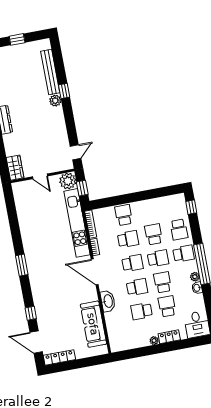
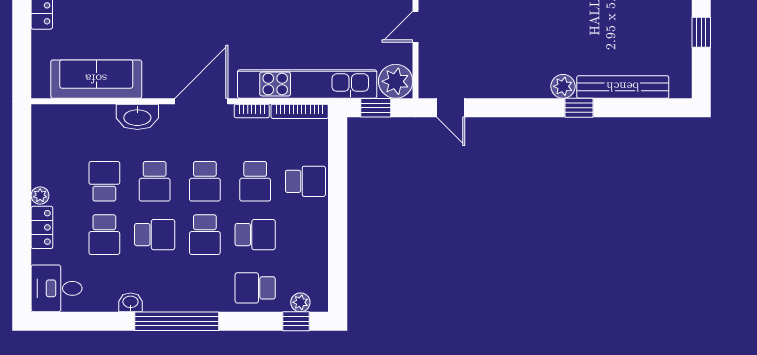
school desk: (183, 254) -> (205, 288), removed
plant: (195, 277) -> (300, 302), moved
school desk: (167, 306) -> (104, 235), turned 90

